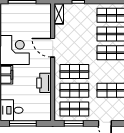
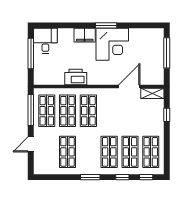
door: (53, 48) -> (129, 87), moved
window: (74, 123) -> (31, 110), width x1.44

